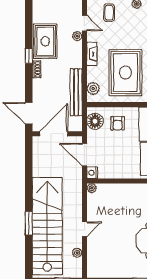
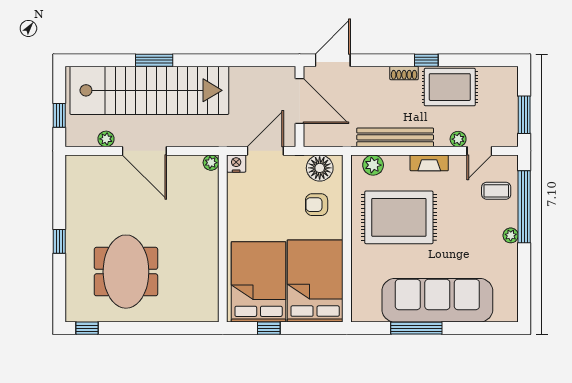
bench: (76, 92) -> (395, 137), moved
door: (84, 229) -> (144, 151), width x1.87

